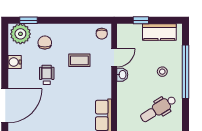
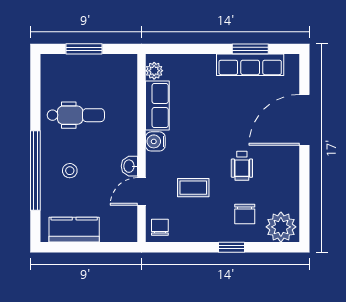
window: (29, 20) -> (232, 247), moved
window: (141, 20) -> (102, 247), removed
water cooler: (15, 62) -> (155, 141), moved, turned 180
dental chair: (158, 109) -> (76, 115), turned 32

